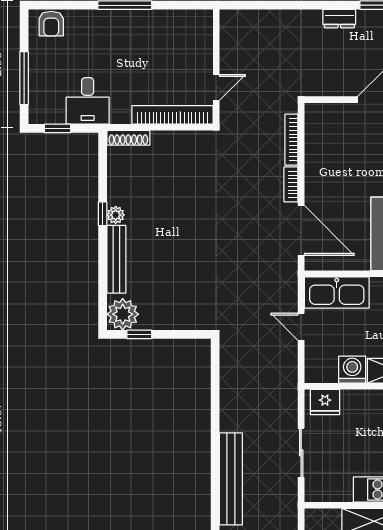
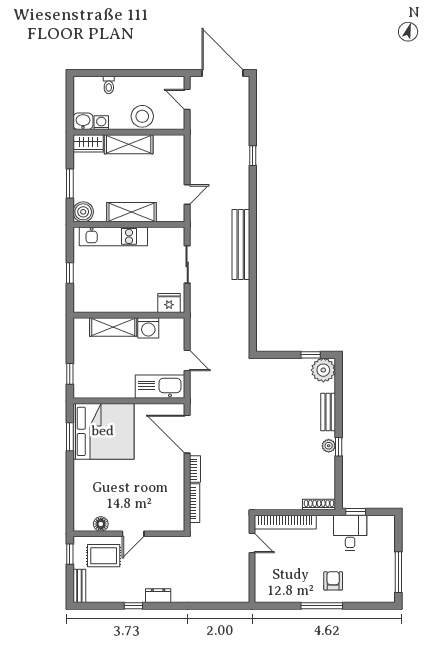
armchair: (51, 24) -> (333, 581), moved
window: (24, 78) -> (398, 572), moved
door: (216, 88) -> (252, 543), swing flipped
window: (58, 128) -> (356, 512), moved
bench: (116, 259) -> (328, 412), width x0.73

